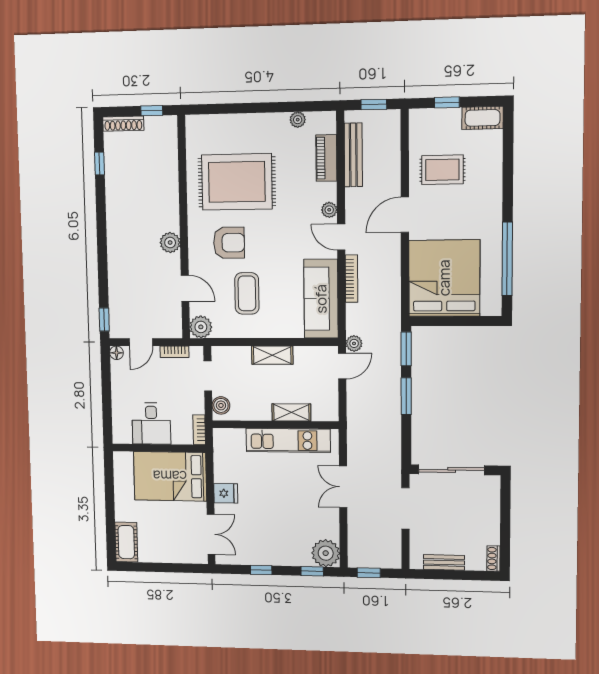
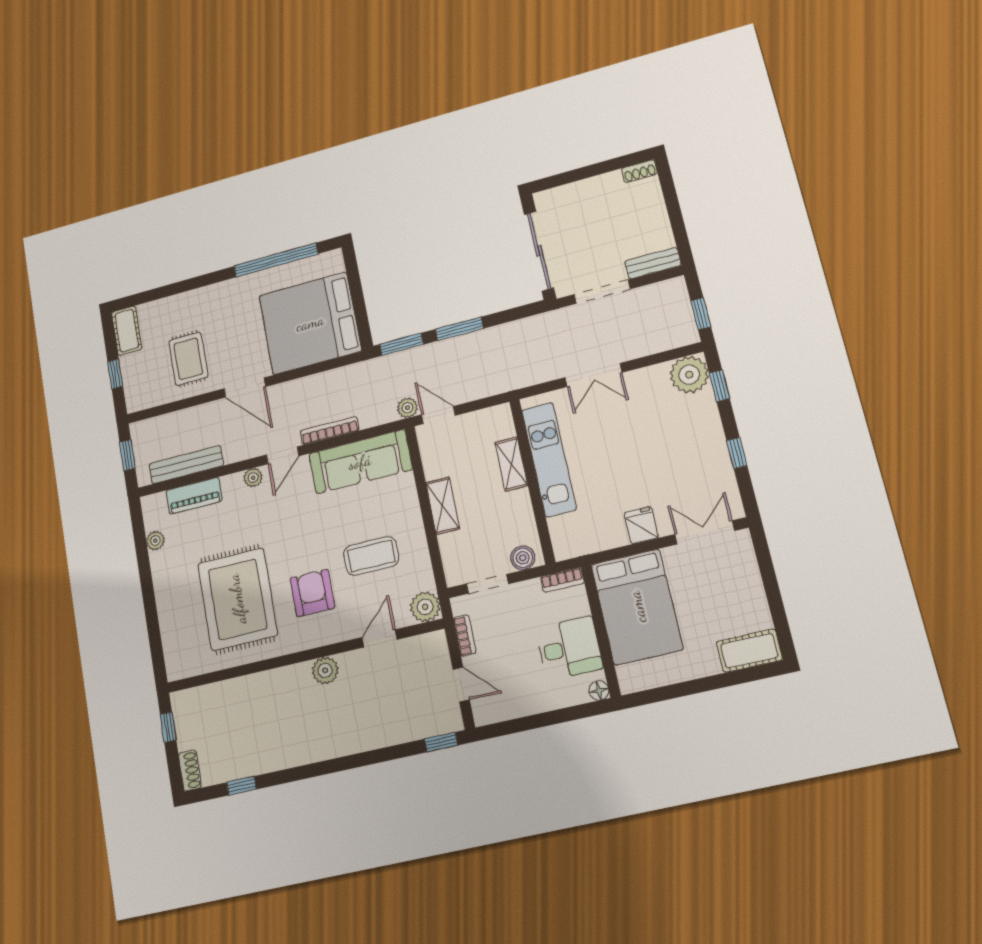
shoe rack: (123, 124) -> (190, 770), width x0.70
floor lamp: (117, 353) -> (599, 690), moved
bench: (444, 562) -> (653, 263), moved, turned 90

